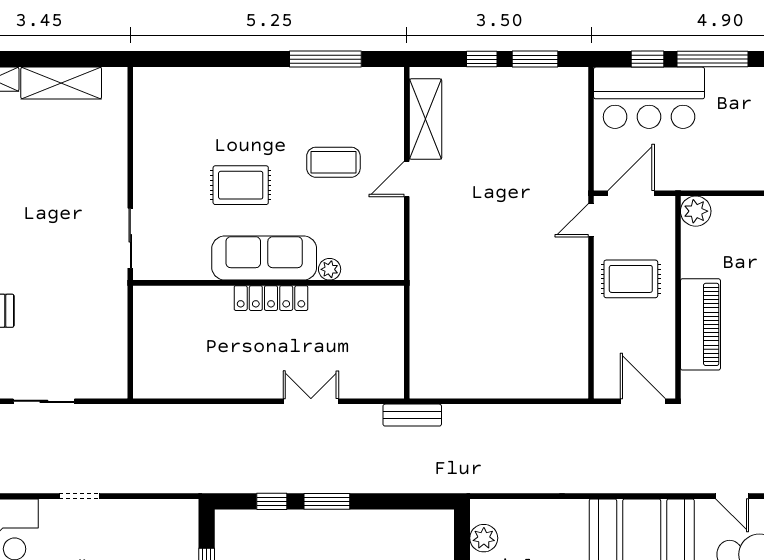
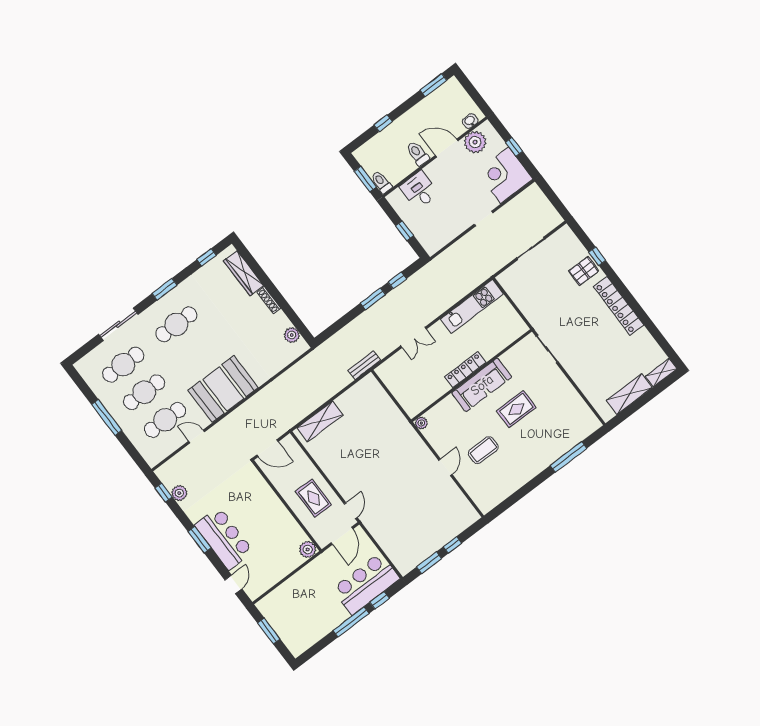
window: (325, 59) -> (568, 457), moved
shelving: (425, 119) -> (320, 421), moved, turned 90
plant: (330, 269) -> (421, 423), moved
rug: (631, 279) -> (314, 498), turned 90
piano: (700, 324) -> (268, 501), removed
kitchen unit: (192, 382) -> (472, 306), added

